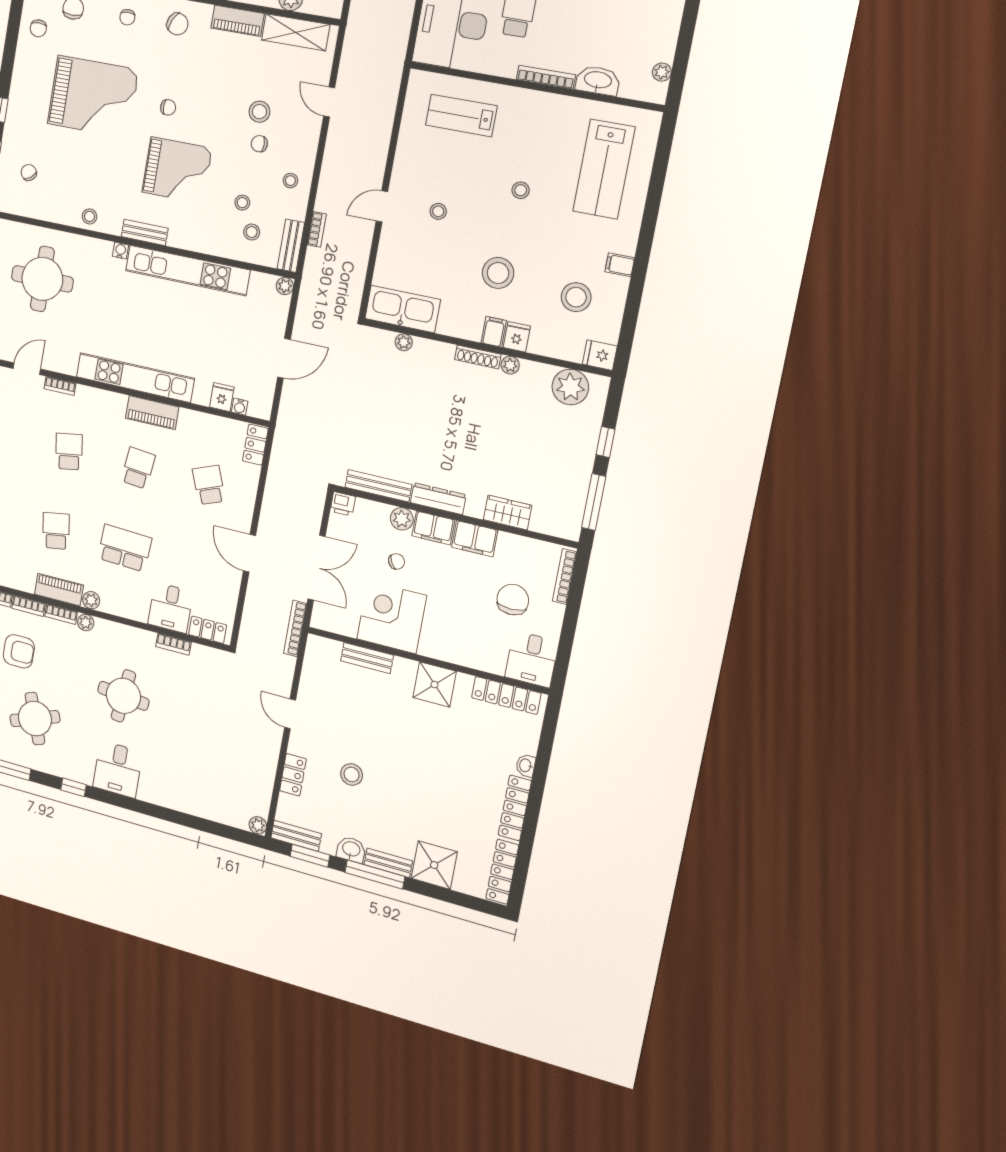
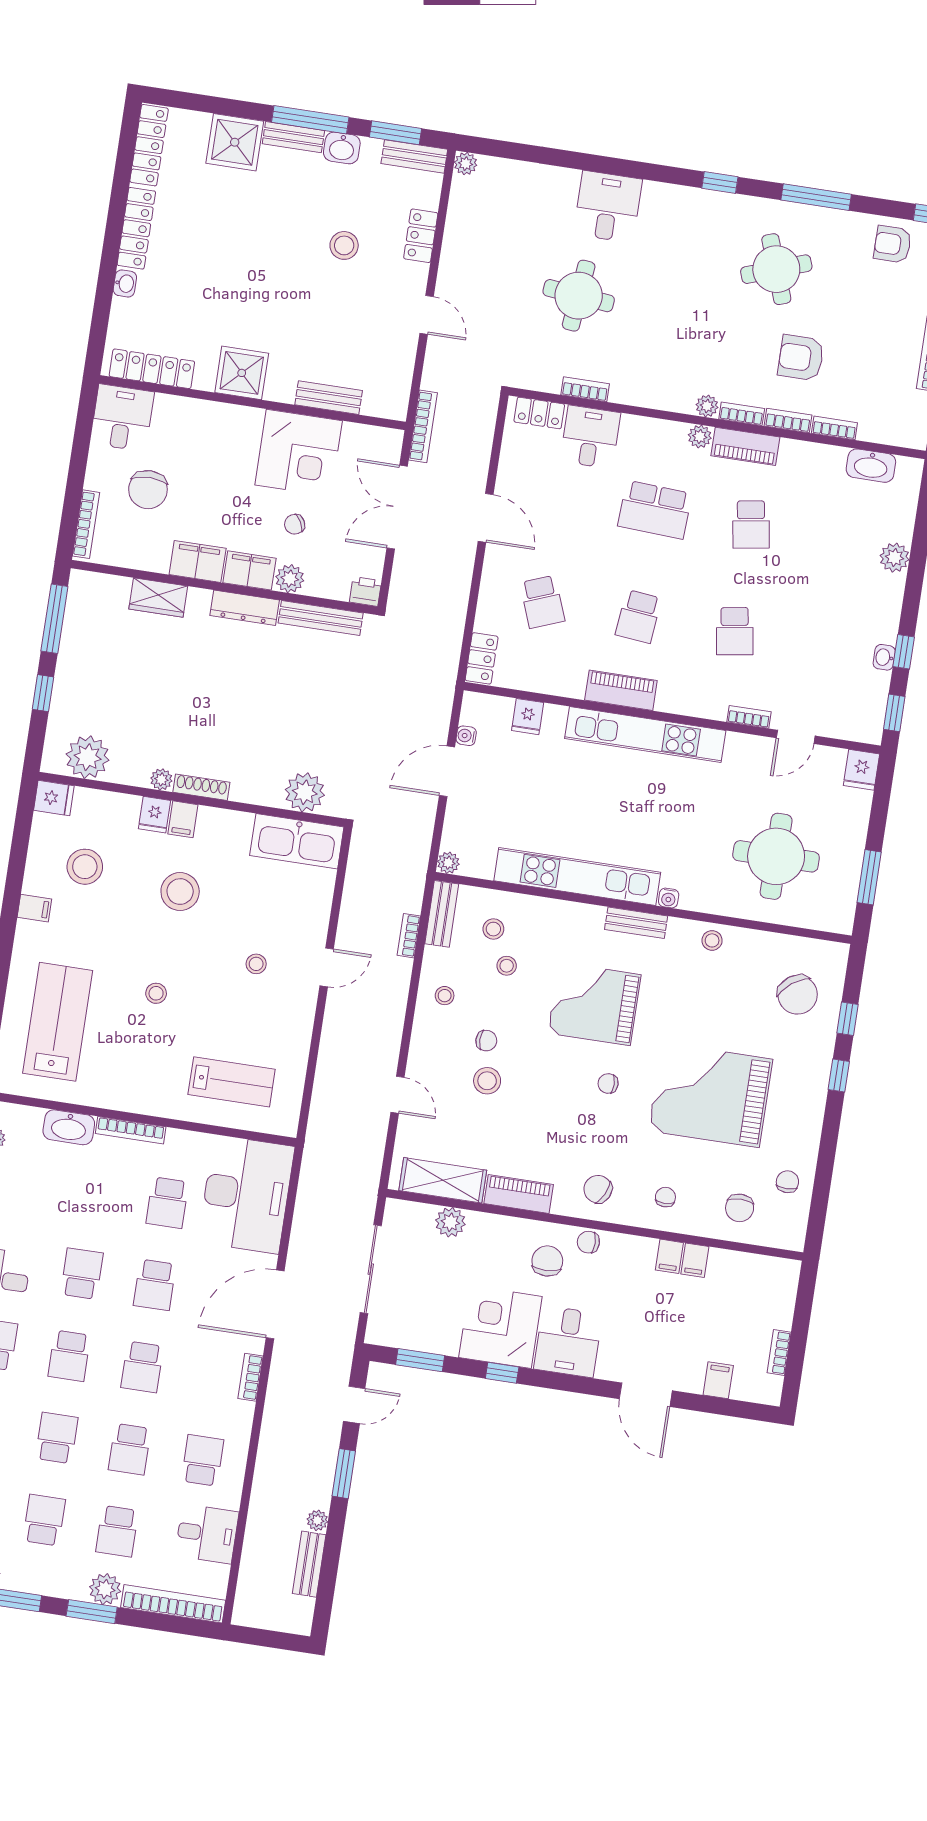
chair: (29, 172) -> (798, 995), width x1.87, depth x1.87
plant: (404, 342) -> (305, 792), width x1.88, depth x1.88
water cooler: (240, 407) -> (466, 736), moved, turned -90
round table: (123, 696) -> (579, 296), moved
desk: (118, 769) -> (608, 207), moved

